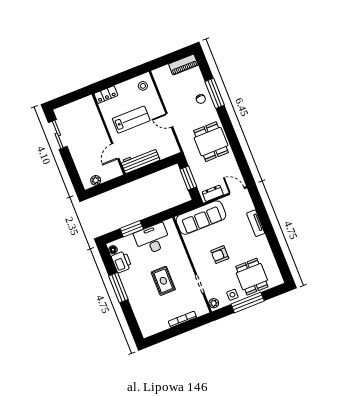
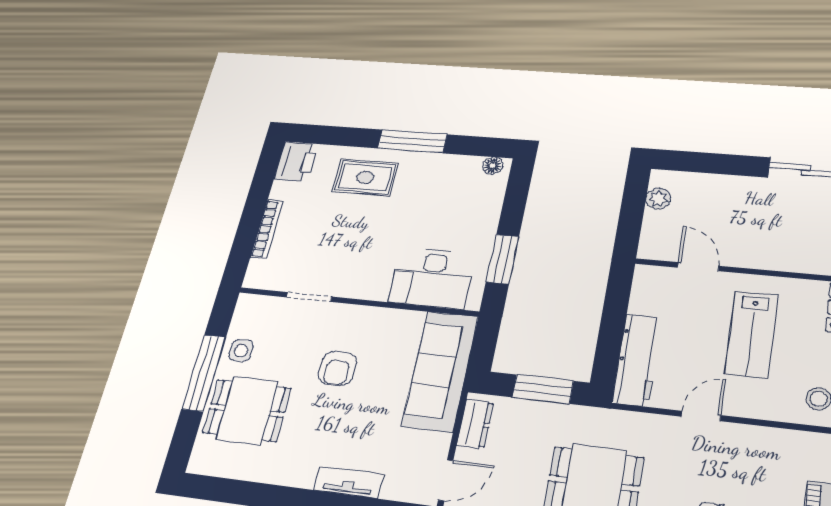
workbench: (140, 160) -> (637, 360), moved
window: (132, 229) -> (503, 259), moved
desk: (152, 239) -> (432, 278), moved, turned 90
armchair: (220, 255) -> (338, 368), turned 180
printer: (122, 262) -> (296, 162), moved, turned -90
rug: (163, 281) -> (365, 177), moved
plant: (214, 303) -> (252, 305), removed

